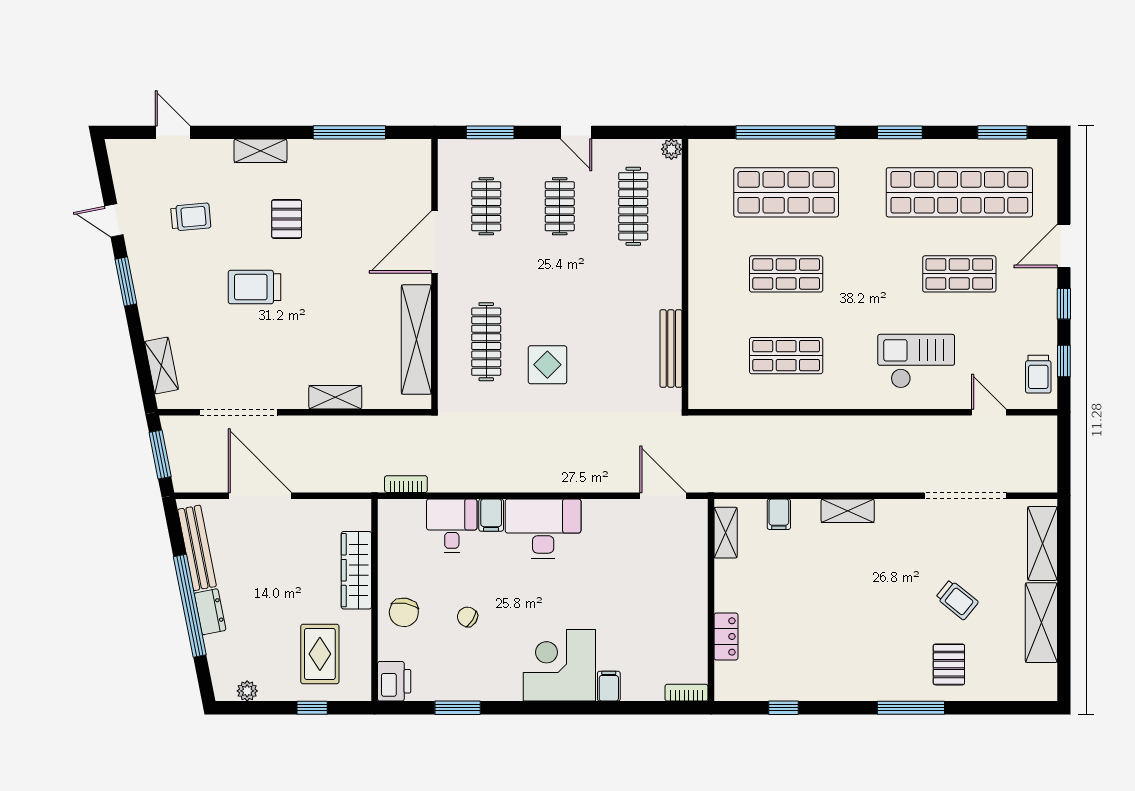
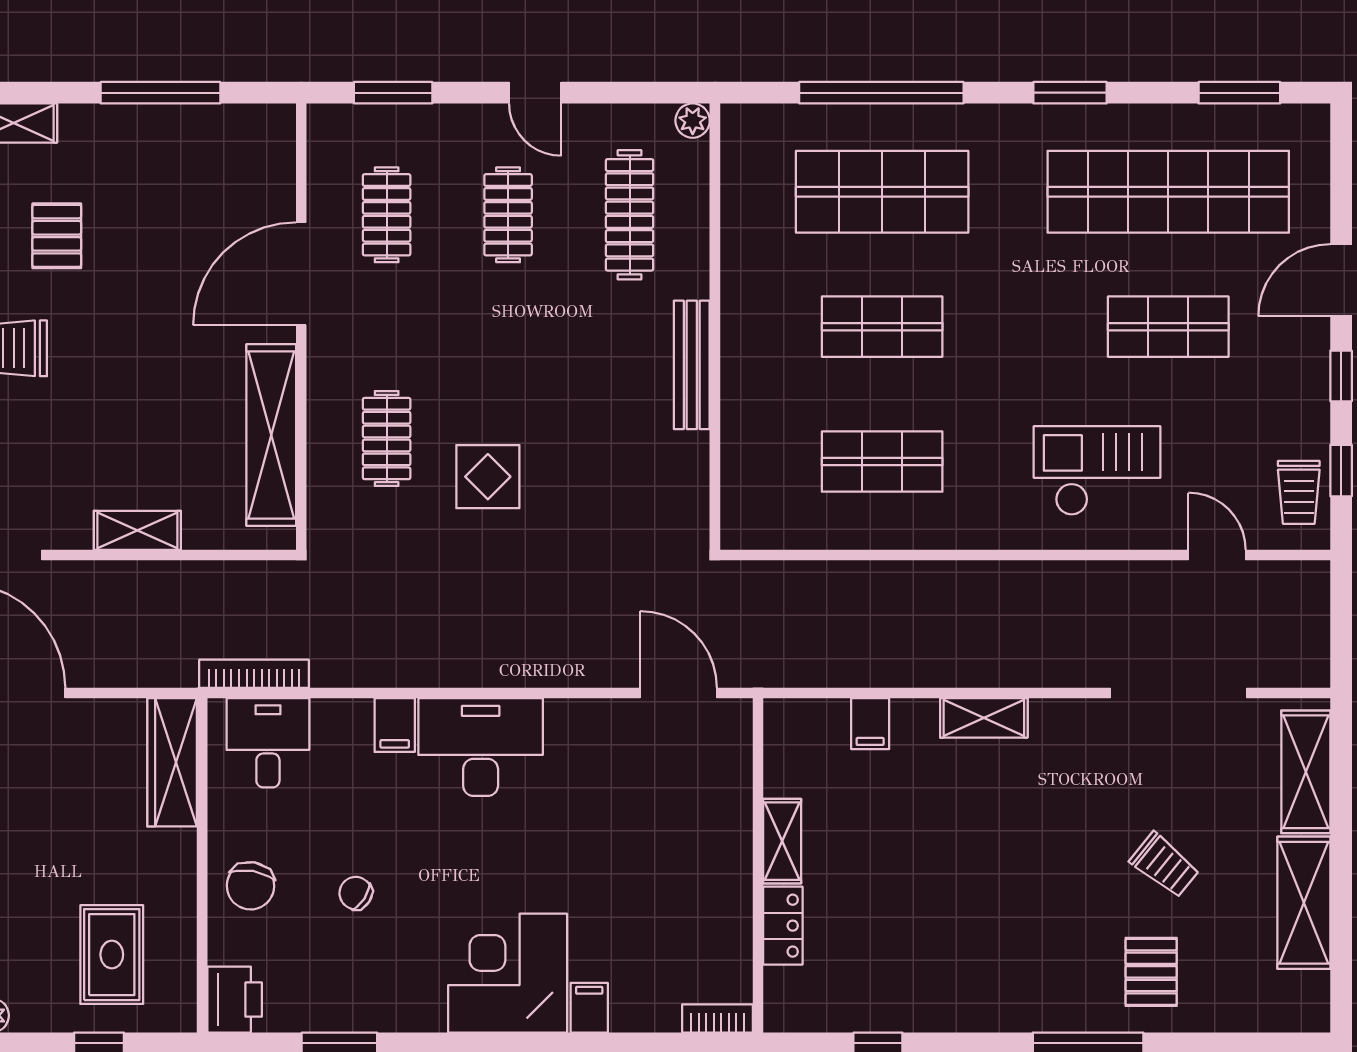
clothes rail: (486, 342) -> (387, 439), width x0.73
bench: (671, 349) -> (692, 365), moved
bookcase: (406, 484) -> (254, 674), width x1.56
desk: (452, 526) -> (268, 743), moved
shelving: (726, 533) -> (782, 841), moved
wardrobe: (356, 570) -> (172, 762), moved

